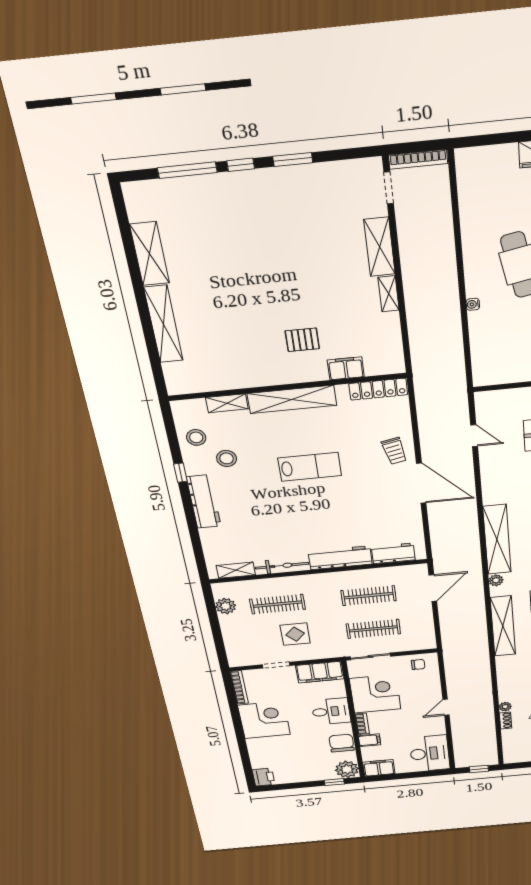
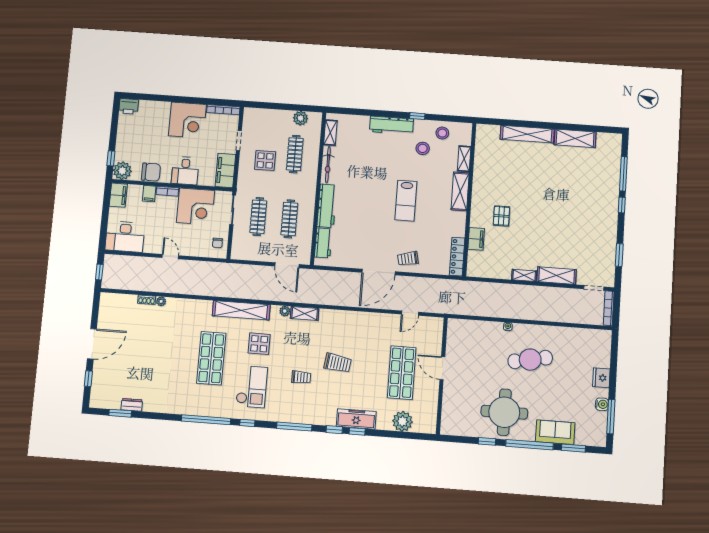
window: (293, 159) -> (619, 255), moved
shelving: (292, 399) -> (460, 191), width x0.68
shelving: (497, 540) -> (305, 313), width x0.45, depth x0.75

